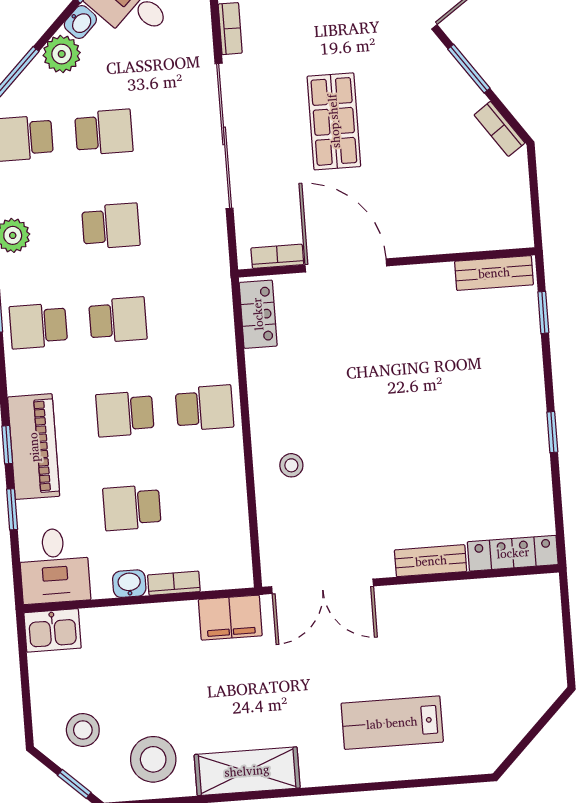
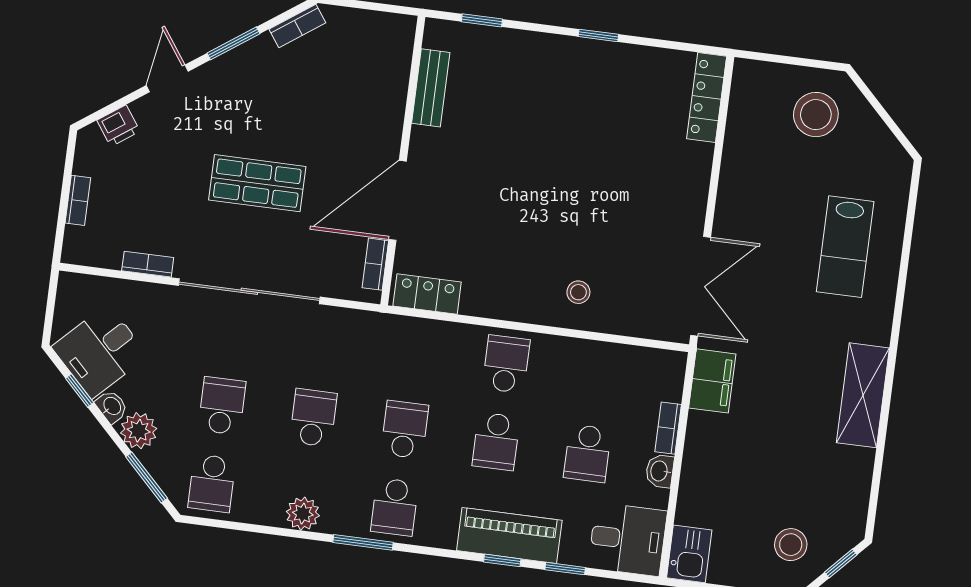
bench: (494, 273) -> (431, 88), moved
bench: (431, 561) -> (697, 178), removed
stool: (153, 759) -> (816, 115), moved

